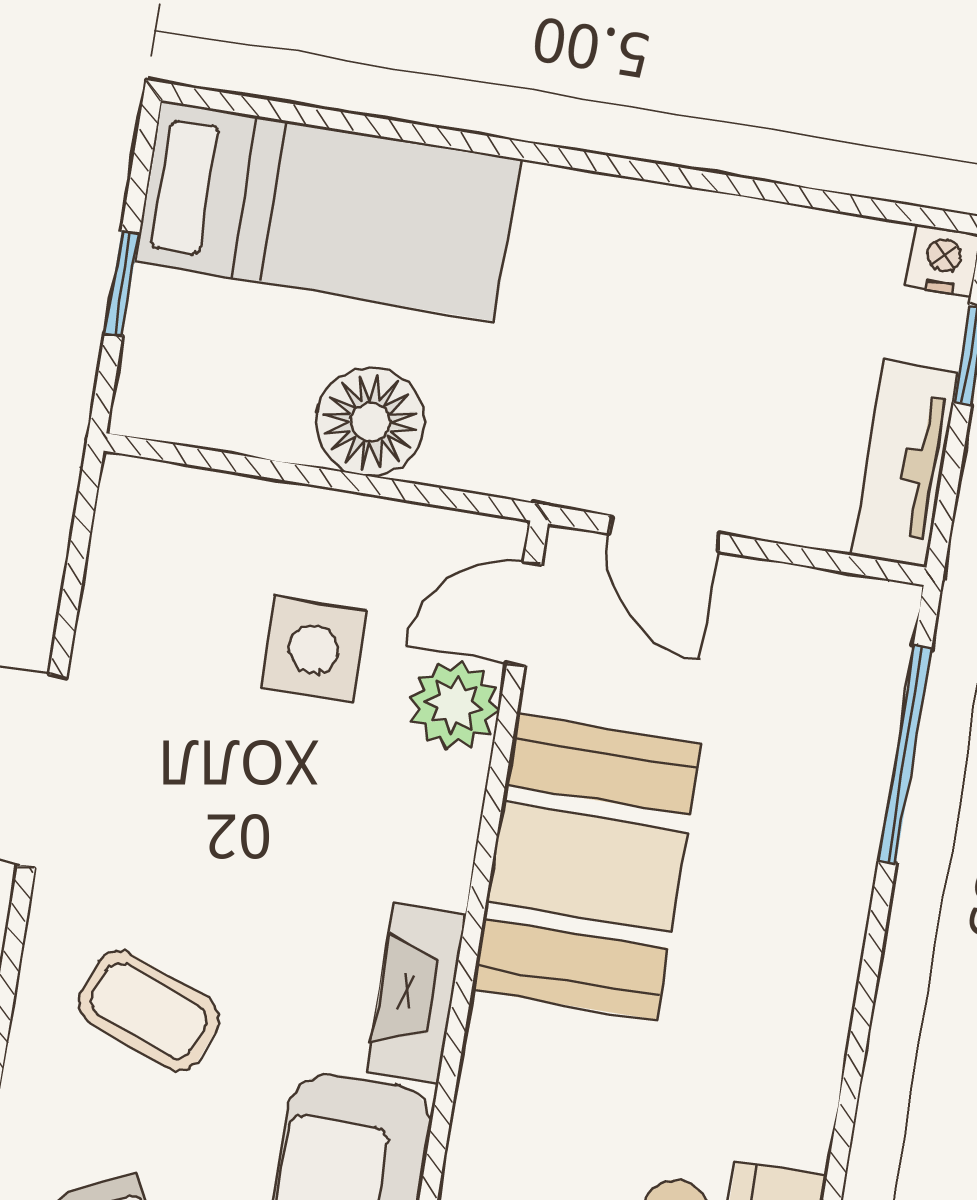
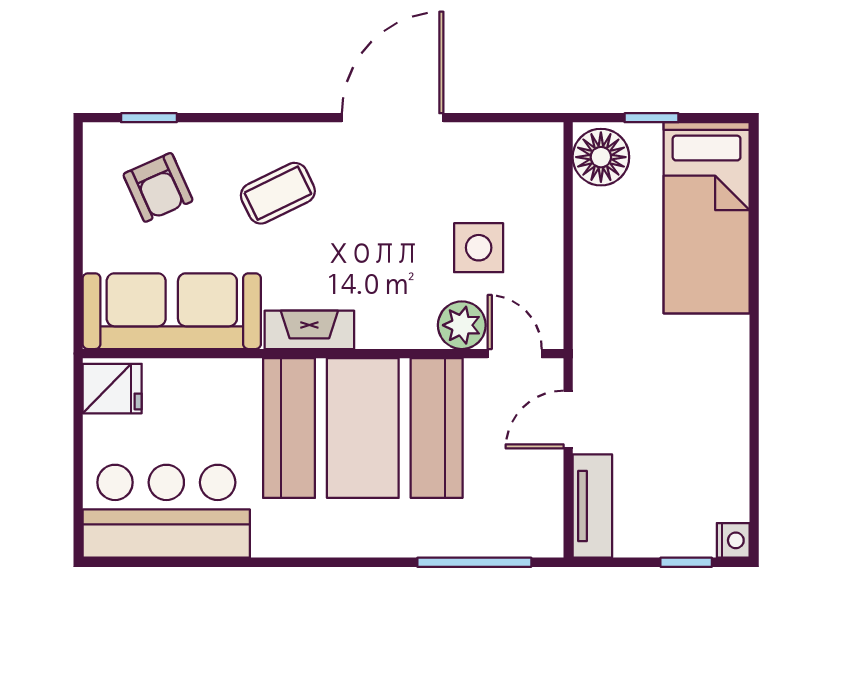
floor lamp: (371, 422) -> (601, 157), moved
tv unit: (905, 464) -> (592, 506), moved, turned 90
booth: (587, 867) -> (363, 428), width x1.36, depth x1.42
coffee table: (149, 1011) -> (278, 193), turned 43

